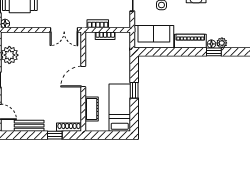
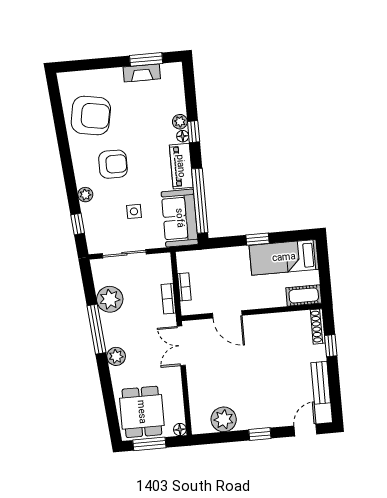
double door: (64, 30) -> (181, 346), swing flipped
window: (165, 52) -> (200, 201), added
door: (83, 77) -> (227, 314), moved
cot: (92, 109) -> (304, 295), moved

